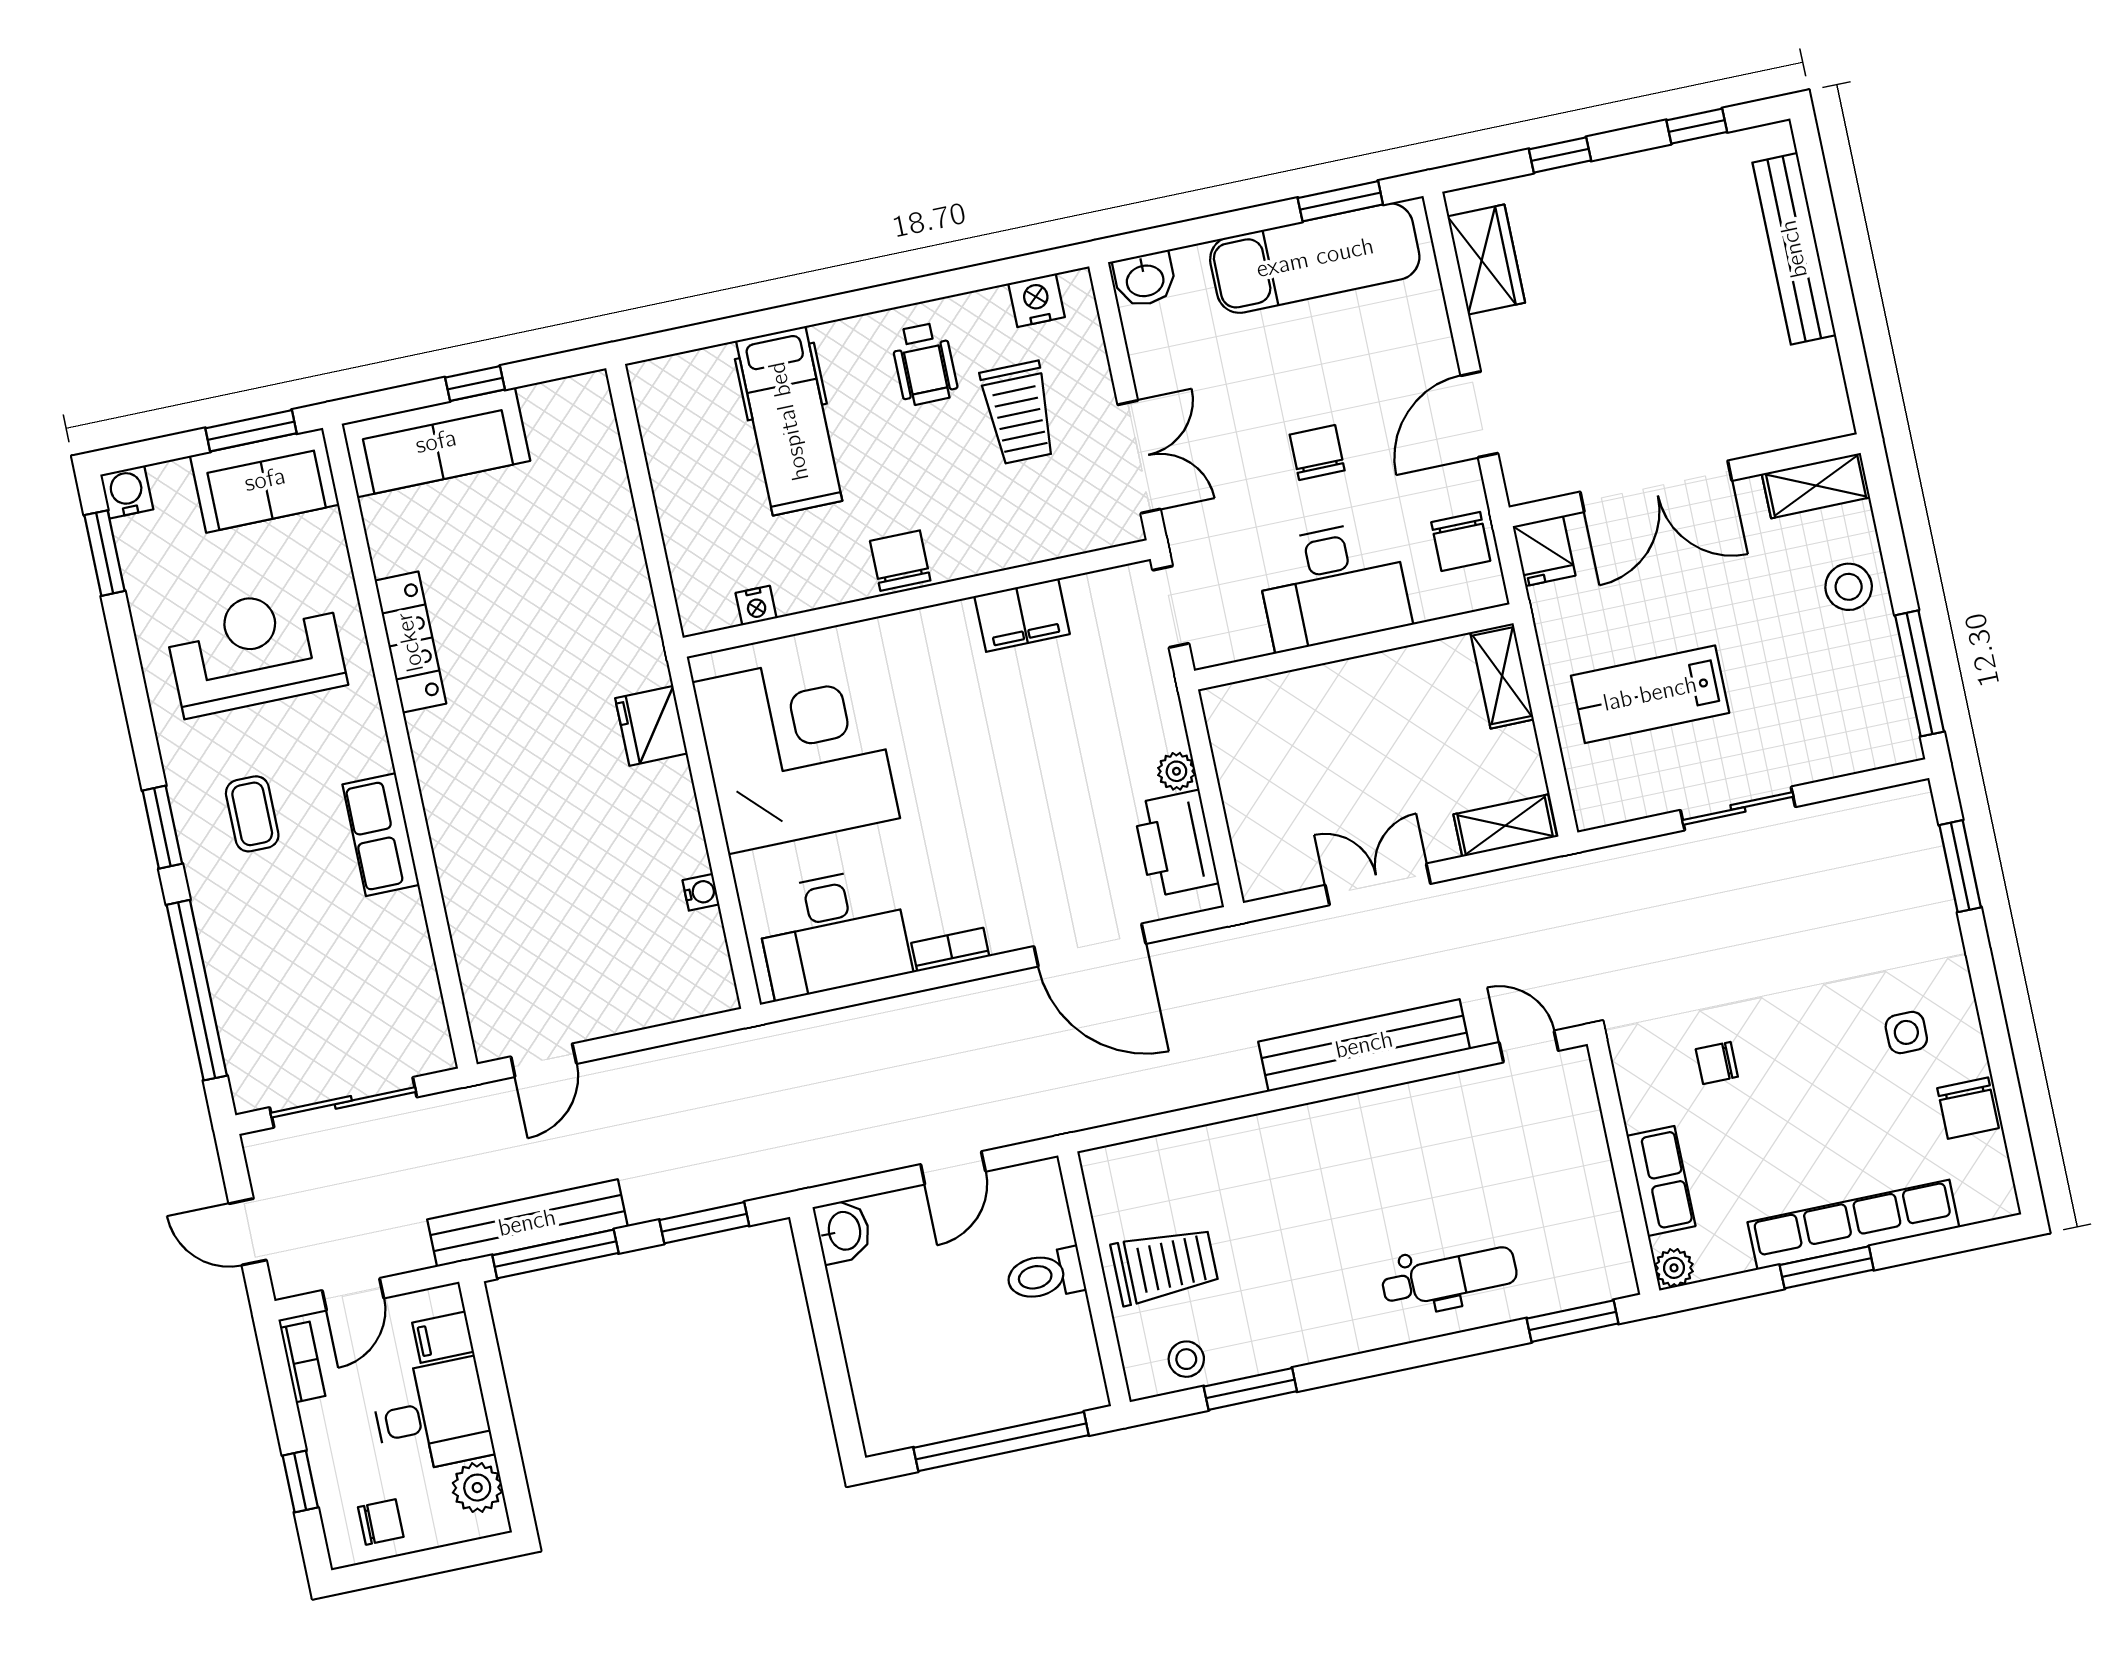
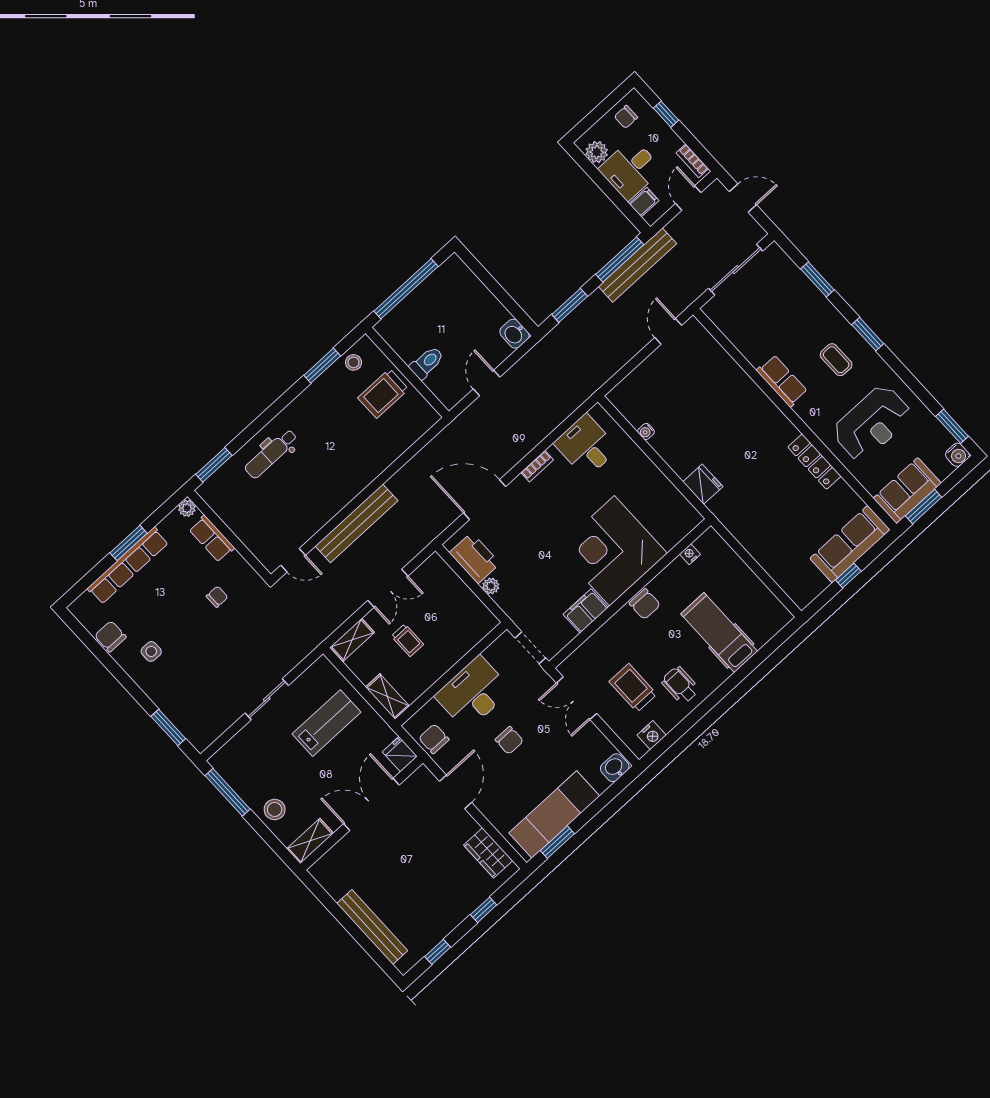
corner desk: (796, 750) -> (612, 551), moved, turned 90
trolley: (1399, 762) -> (407, 640), added
desk: (833, 933) -> (586, 446), width x0.73
window: (197, 990) -> (817, 279), width x0.47

